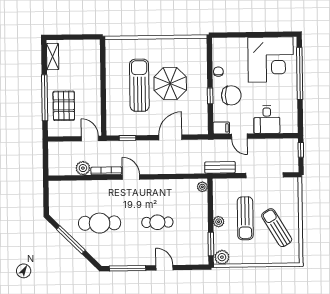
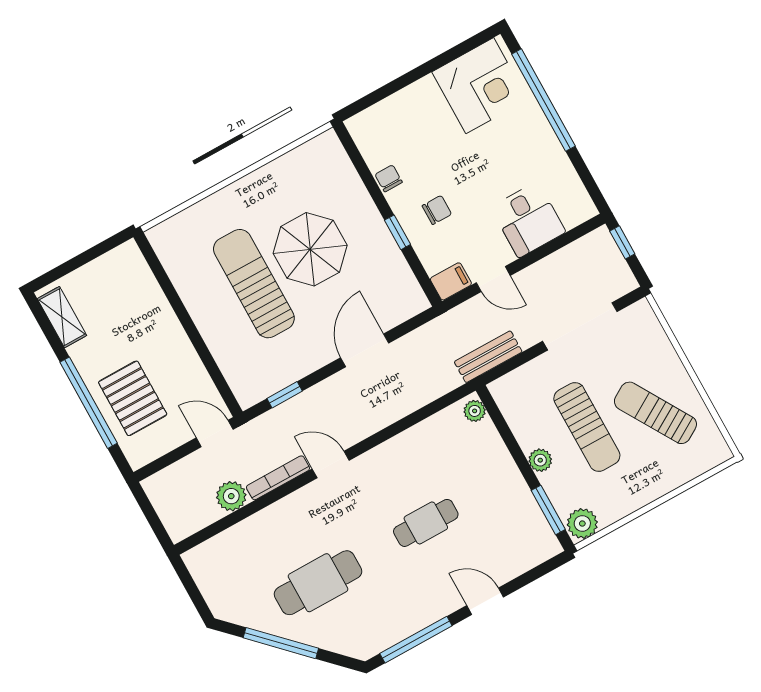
corner desk: (271, 60) -> (480, 86), width x0.74, depth x0.74
chair: (231, 95) -> (437, 210), width x0.54, depth x0.54

